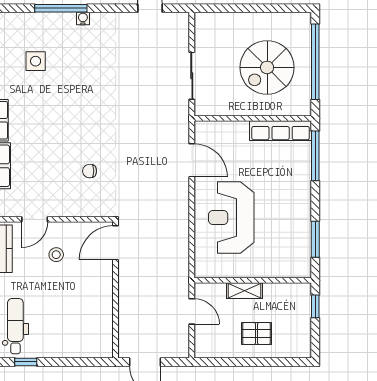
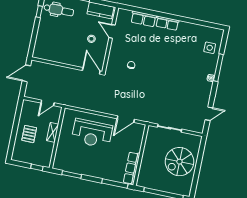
side table: (36, 61) -> (210, 48), moved
spiral stairs: (267, 67) -> (179, 162), moved, turned -90
reception desk: (231, 217) -> (92, 133), turned 180

